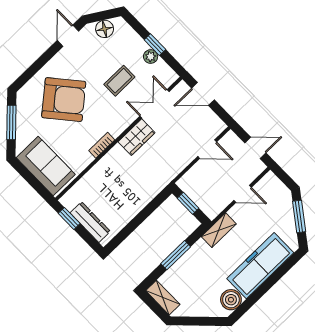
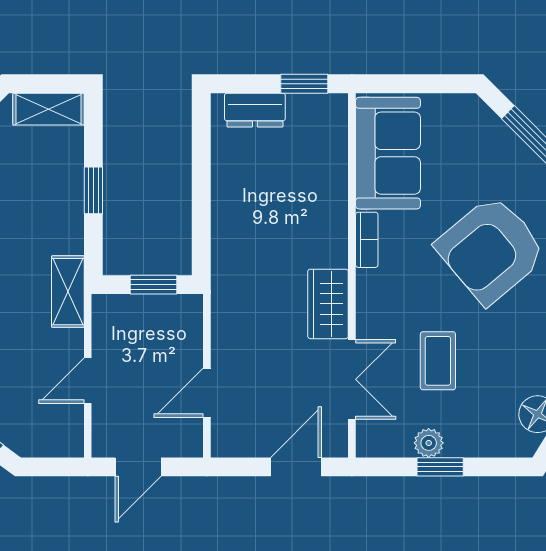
sofa: (46, 166) -> (388, 153), moved, turned -90
dresser: (90, 222) -> (255, 110), width x0.70
window: (176, 255) -> (93, 190), width x0.67

